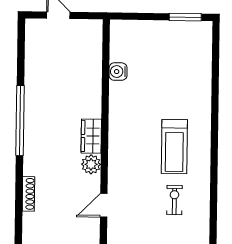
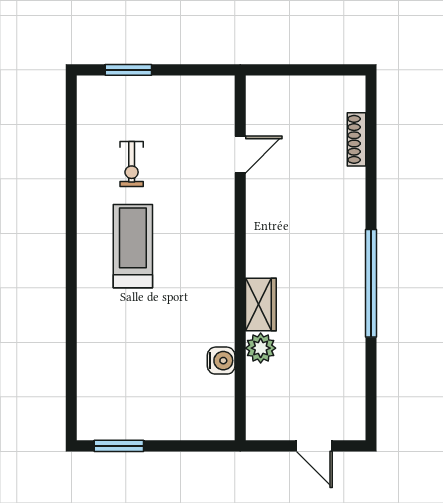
wardrobe: (91, 136) -> (261, 304), moved
plant: (91, 164) -> (261, 348), moved
shoe rack: (28, 194) -> (356, 139), moved

